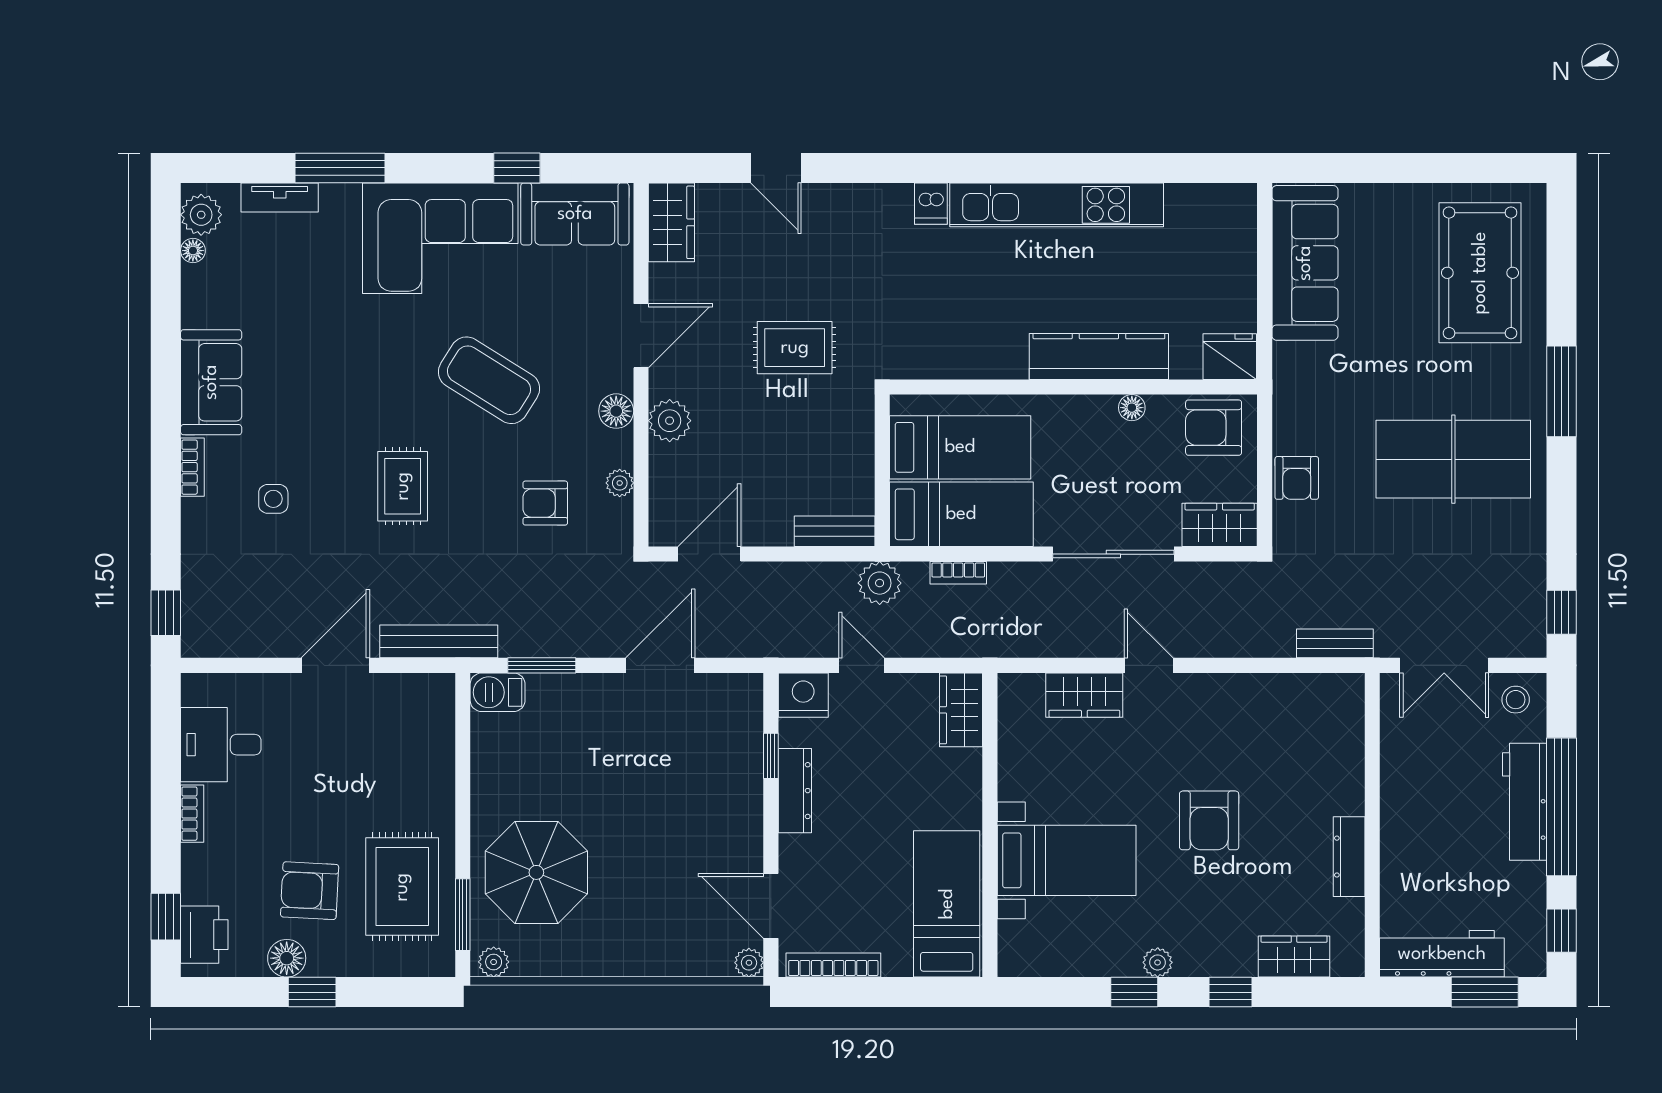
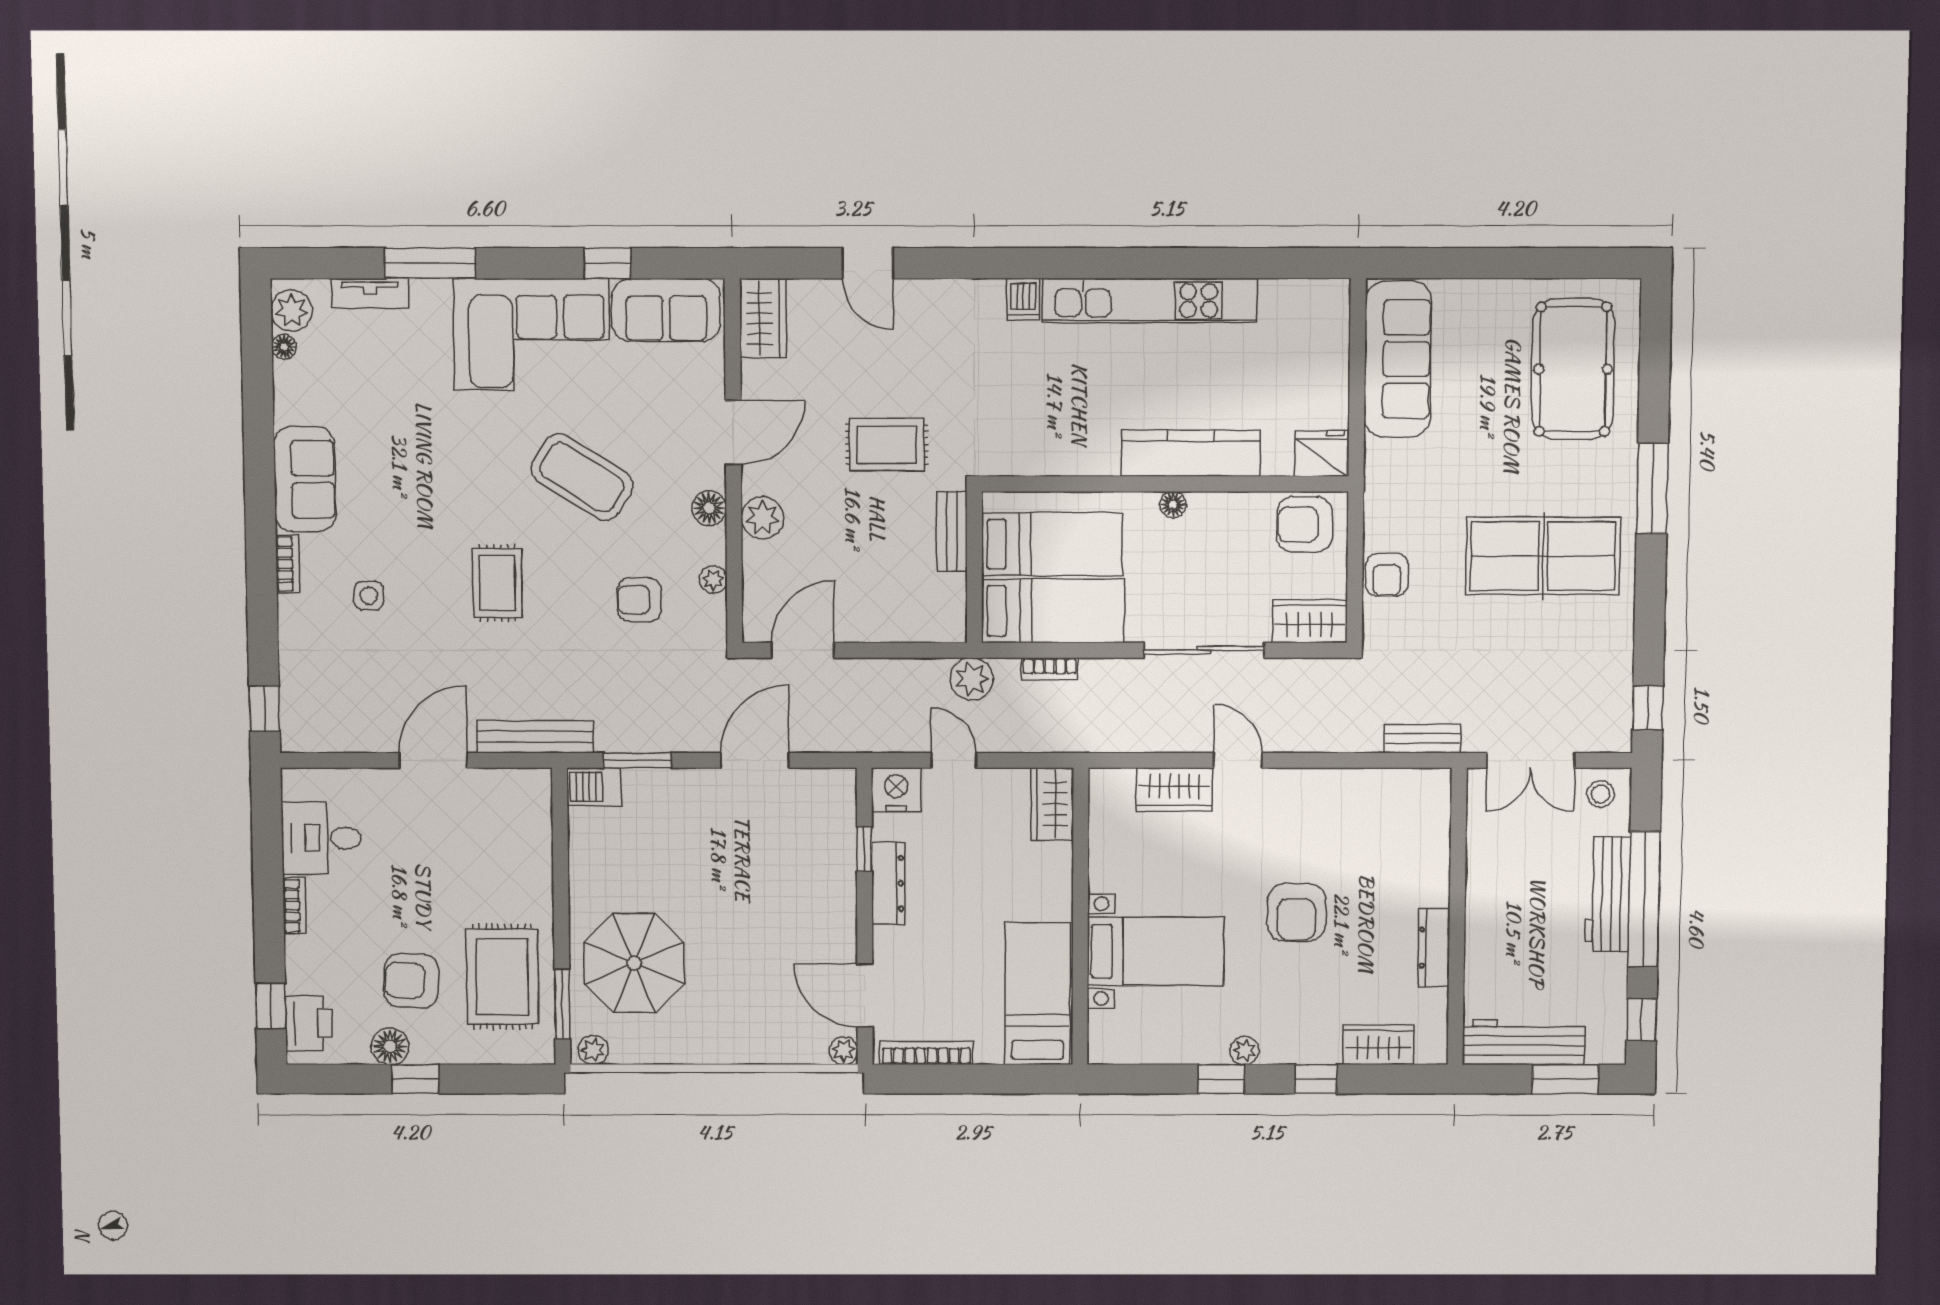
floor lamp: (1132, 408) -> (1173, 504), moved
bench: (835, 531) -> (952, 531), moved, turned 90

